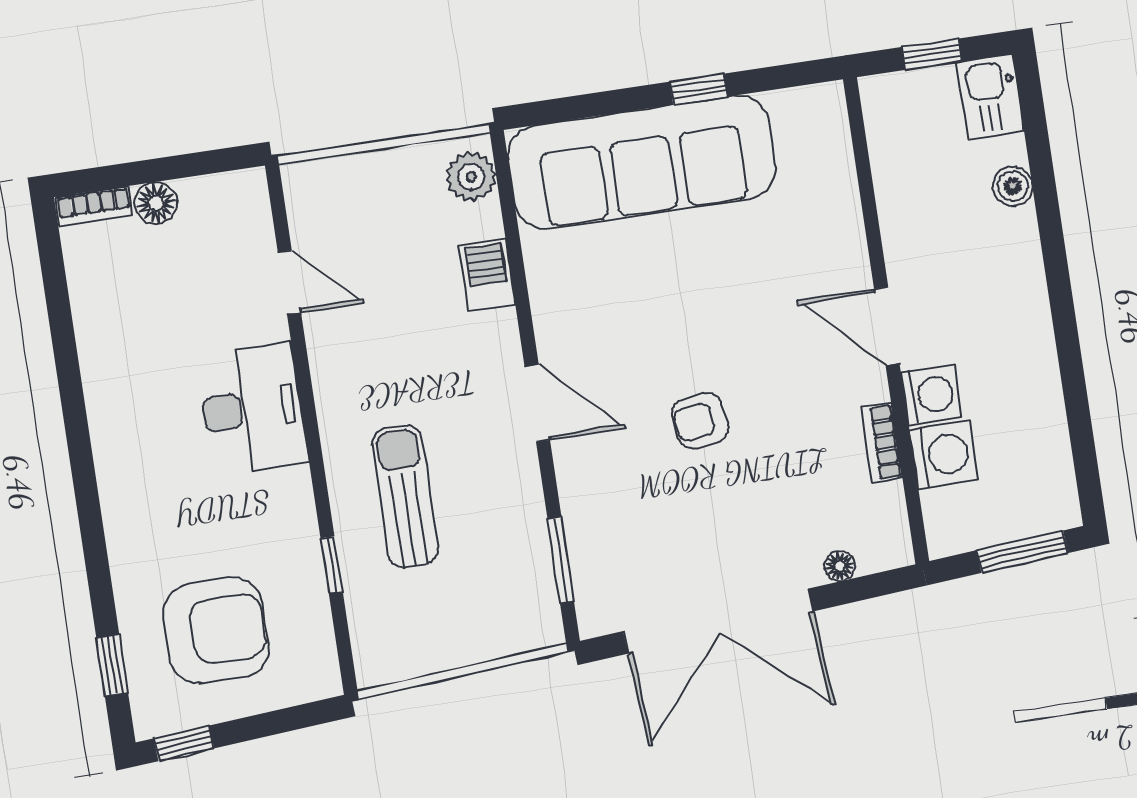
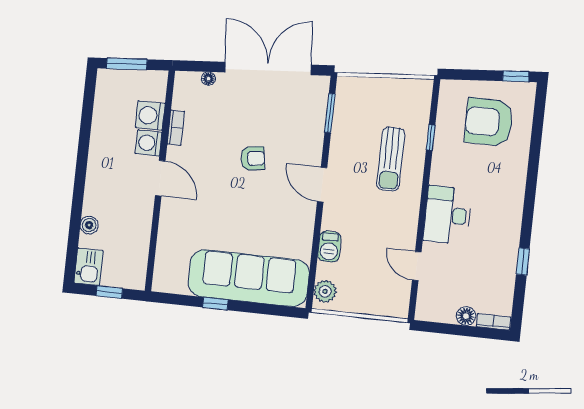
window: (112, 665) -> (523, 261), moved

